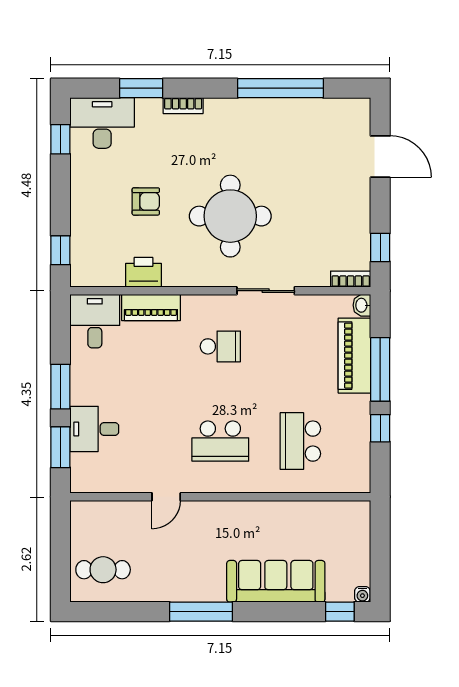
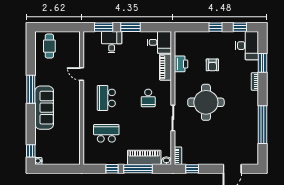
window: (60, 250) -> (215, 27), moved
sofa: (276, 581) -> (44, 108), moved

